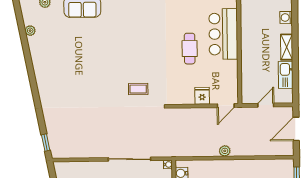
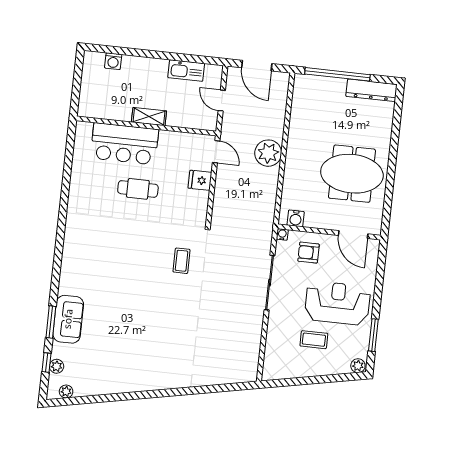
plant: (30, 31) -> (66, 391), moved
shelving: (287, 47) -> (149, 117), moved
window: (46, 143) -> (235, 387), removed
plant: (225, 151) -> (268, 153), width x1.87, depth x1.87

